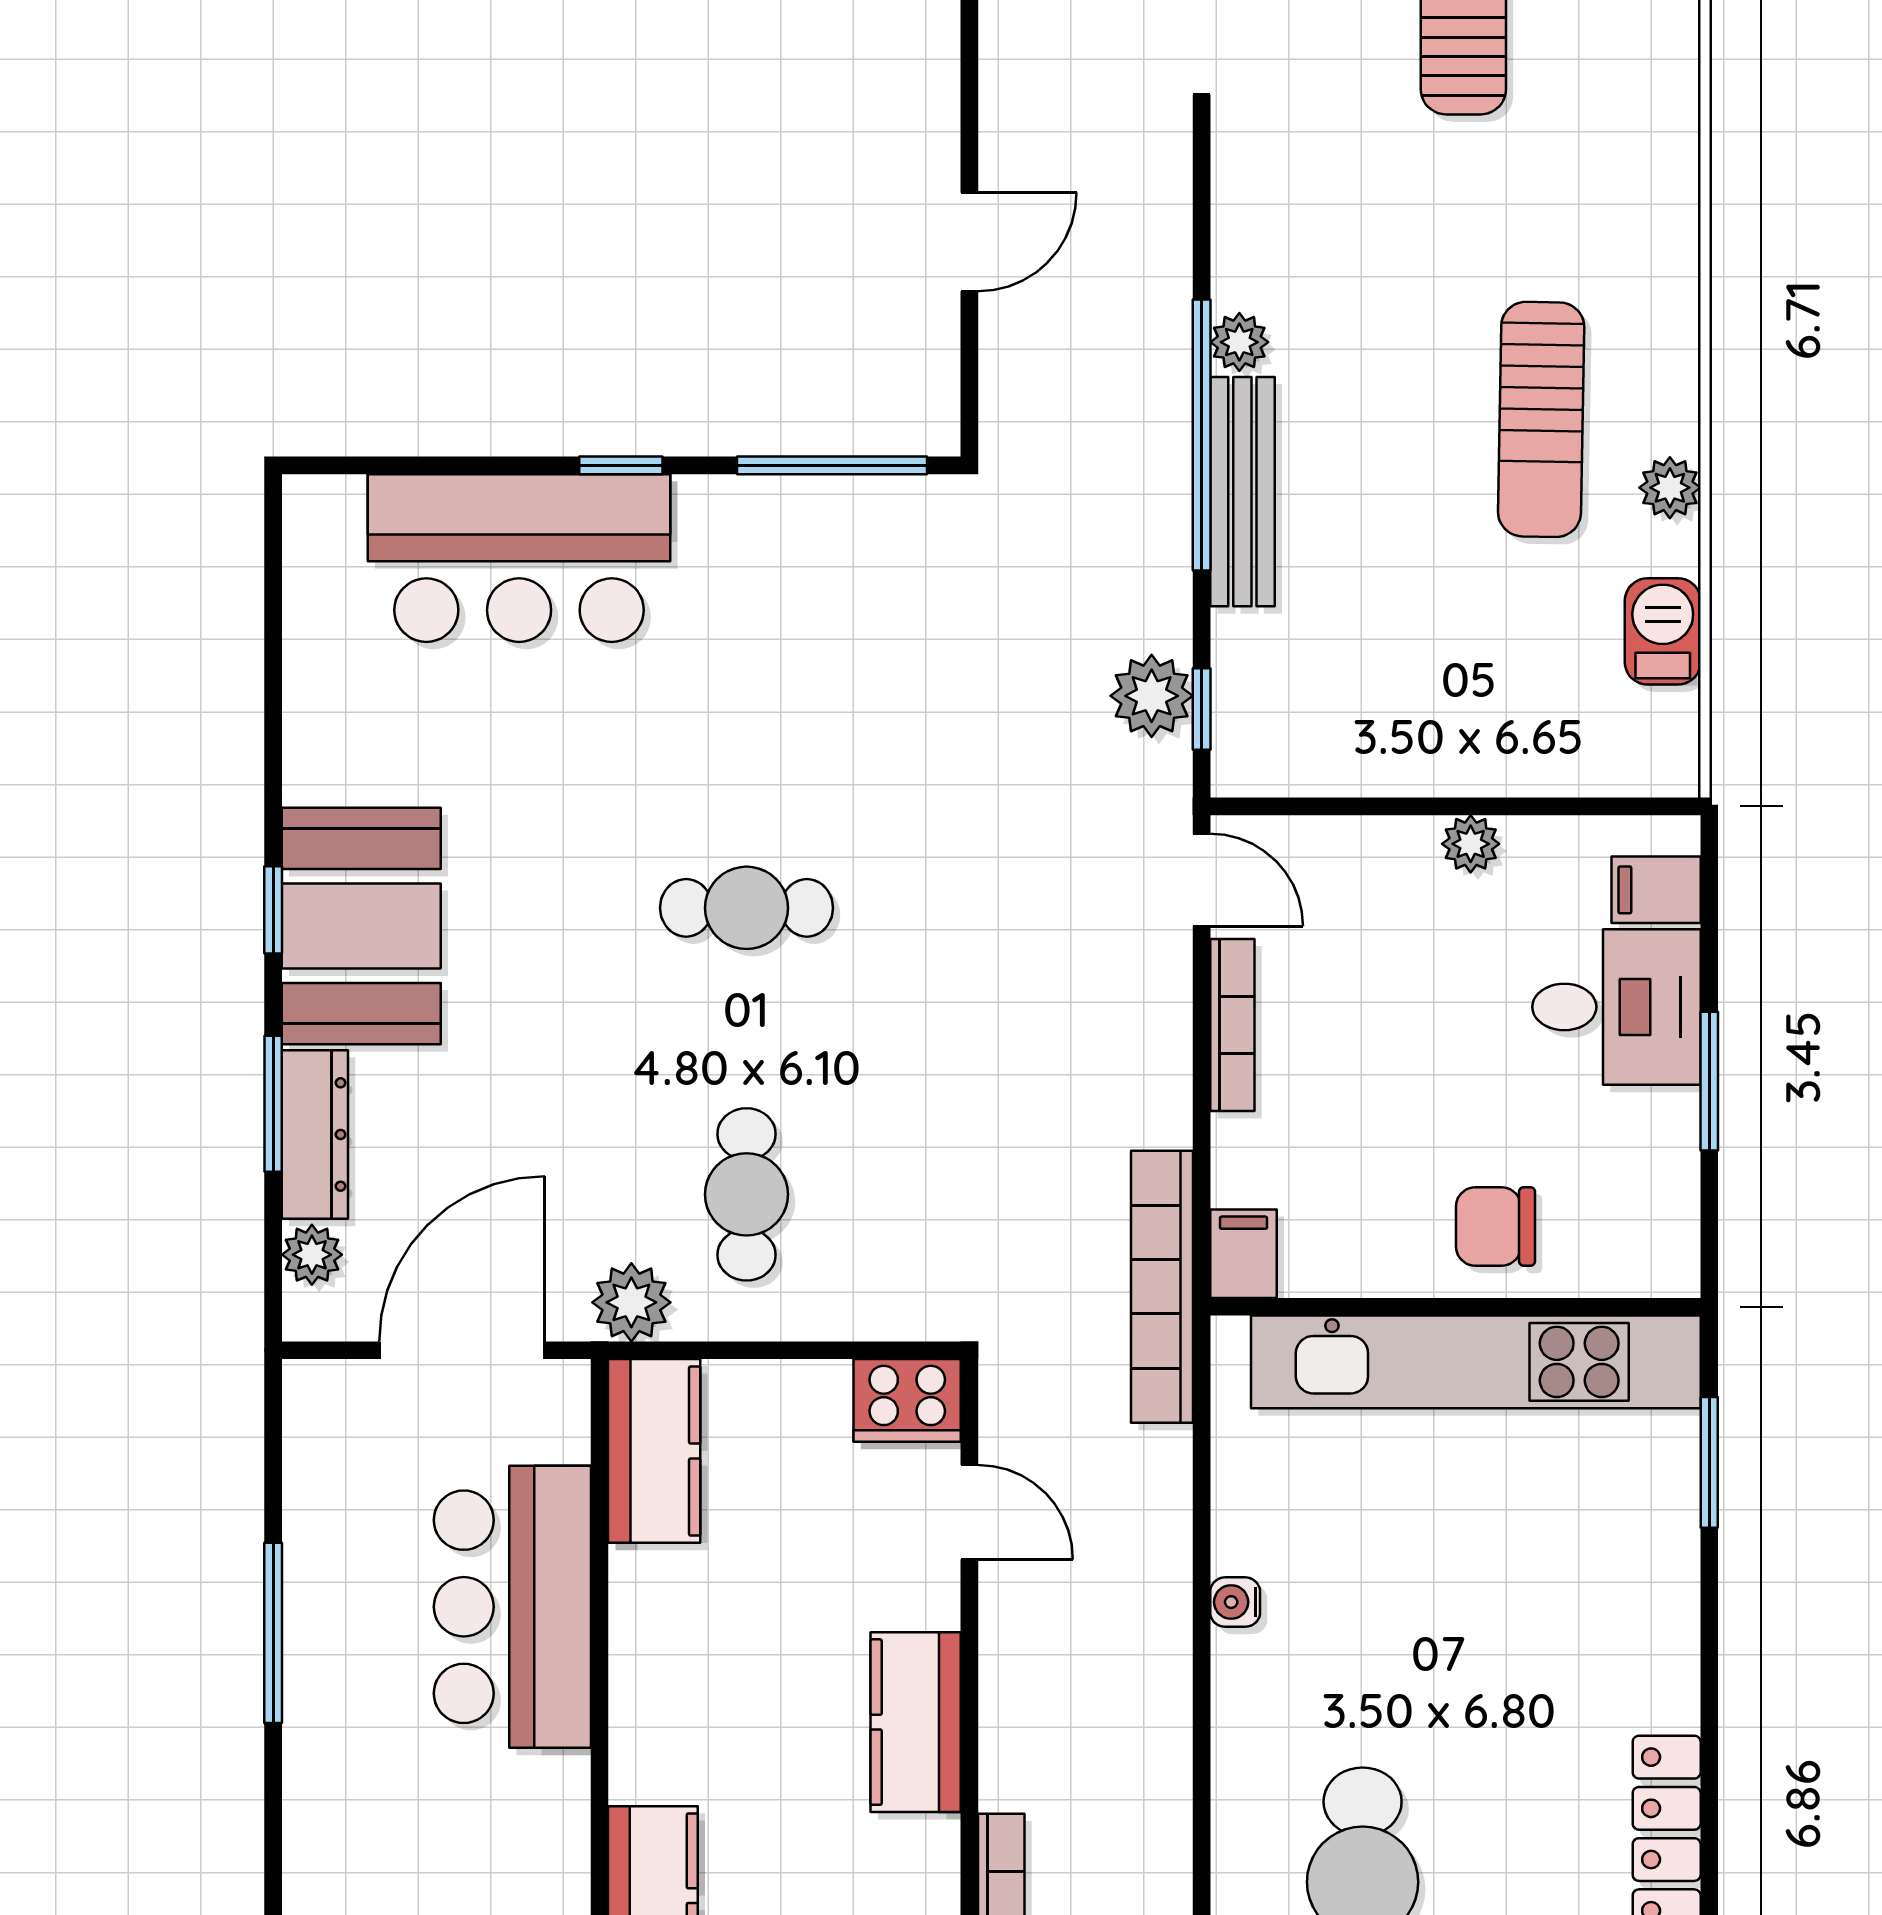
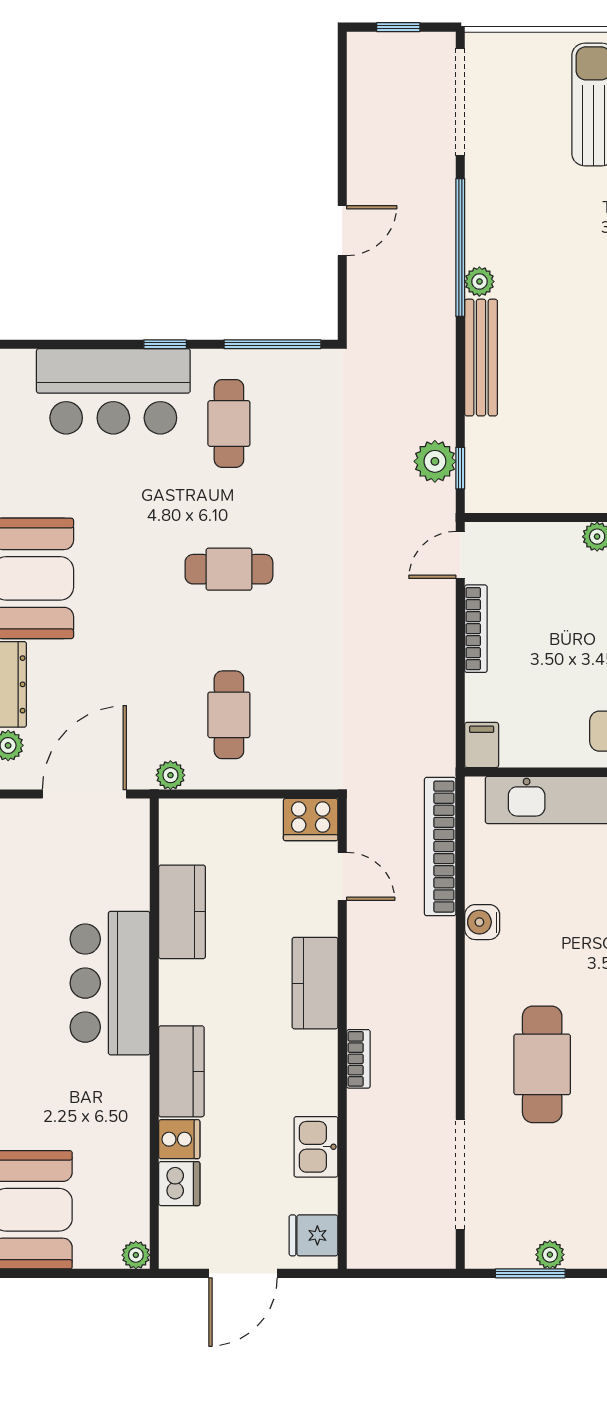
window: (1202, 435) -> (460, 248), moved
cafe table: (747, 621) -> (229, 423), added
door: (1202, 880) -> (460, 555), swing flipped
bookcase: (1162, 1287) -> (440, 847), moved
plant: (631, 1302) -> (170, 775), width x0.73, depth x0.73
kitchen counter: (654, 1451) -> (182, 912), moved
water cooler: (1235, 1602) -> (482, 922), width x1.38, depth x1.38
bar counter: (512, 1607) -> (110, 983), moved

